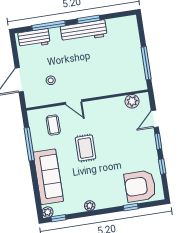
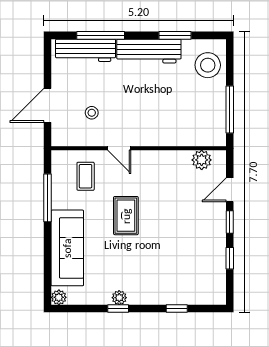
window: (89, 19) -> (175, 35), moved
stool: (126, 35) -> (208, 65), added
workbench: (34, 38) -> (86, 50), width x1.38
armchair: (140, 186) -> (194, 281), removed
window: (59, 218) -> (118, 309), moved

